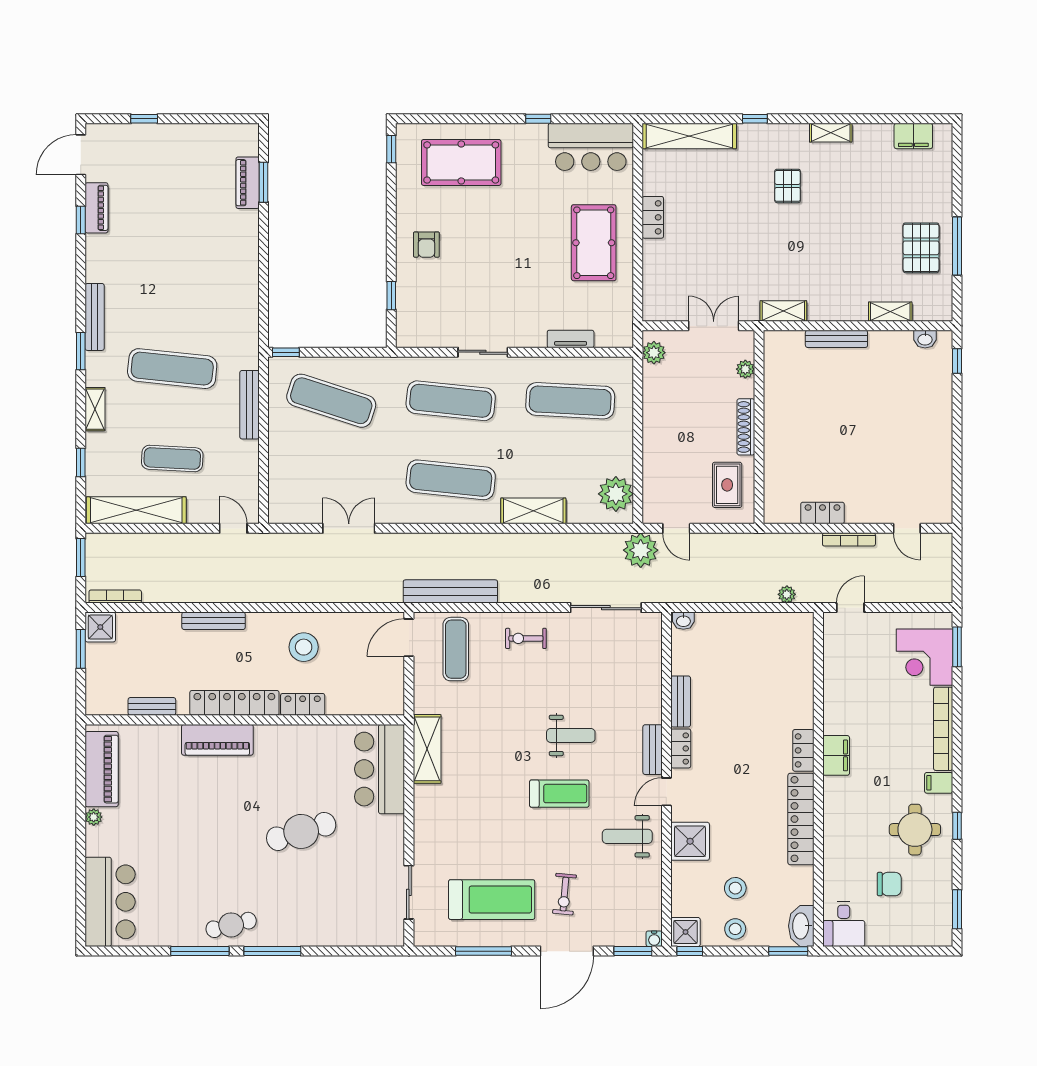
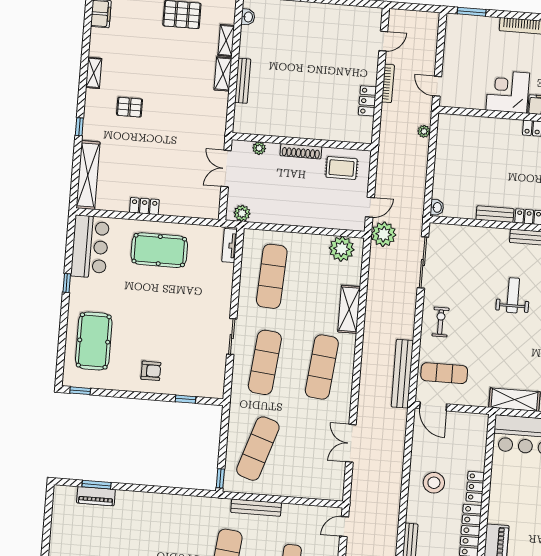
shelving: (783, 311) -> (223, 74), moved
tv unit: (571, 339) -> (229, 245), moved
exercise bike: (526, 638) -> (441, 322), turned 180
corner desk: (924, 657) -> (508, 92), moved, turned 180

